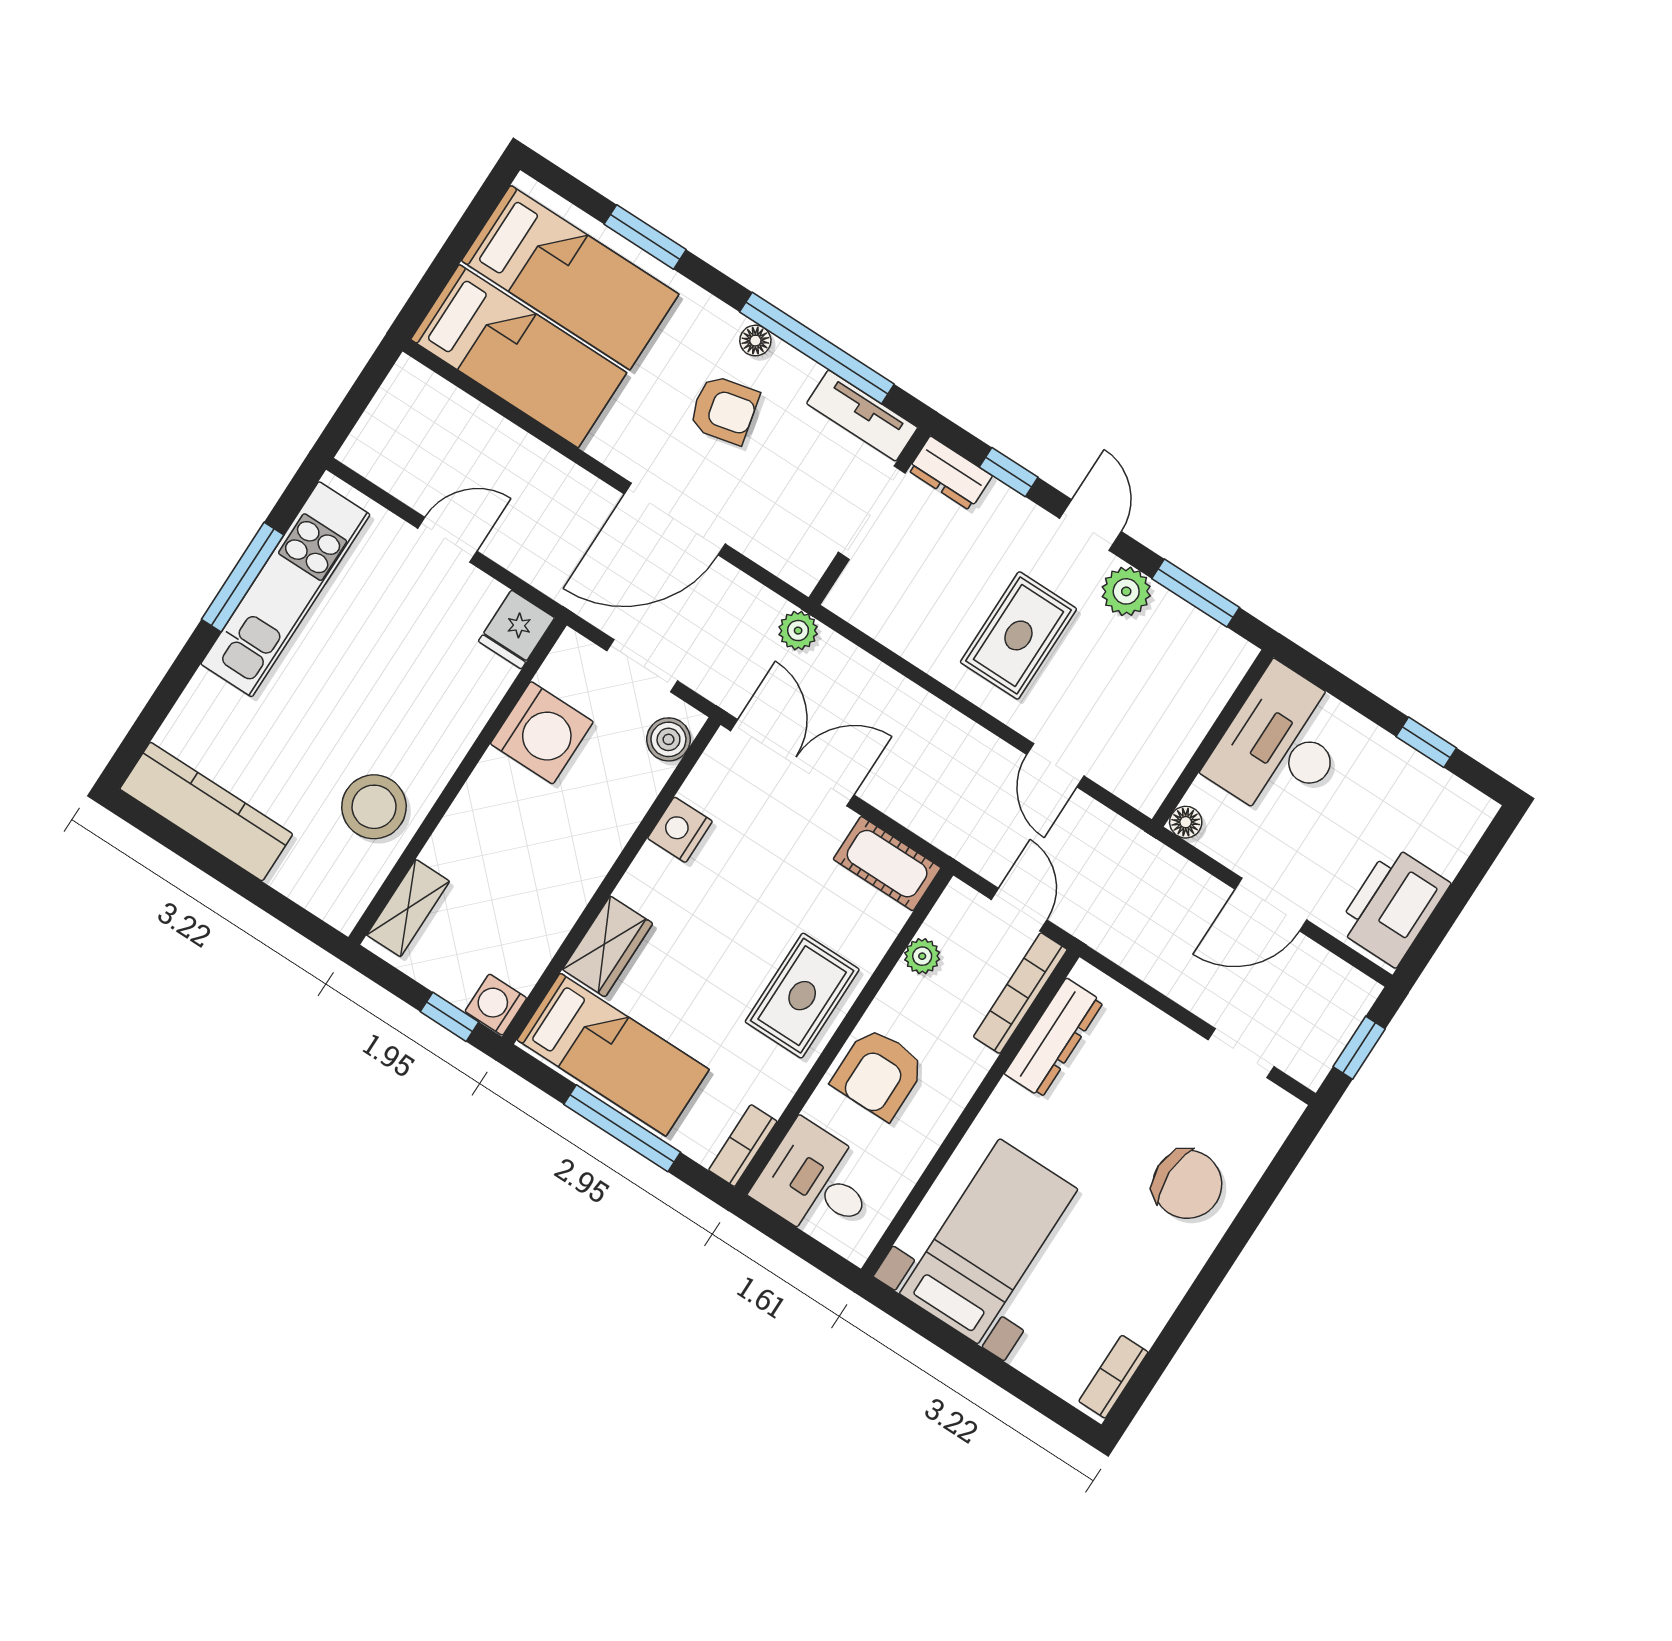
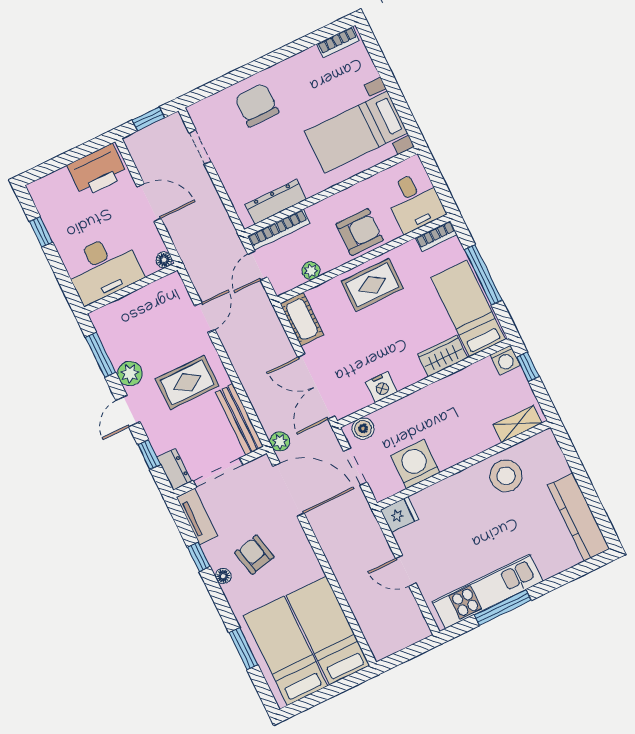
window: (817, 348) -> (199, 557), width x0.32
door: (675, 519) -> (288, 490), moved
bench: (890, 627) -> (239, 419), added

